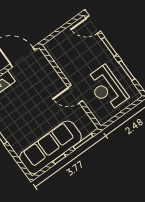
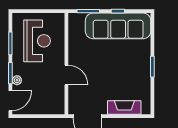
door: (93, 25) -> (10, 101), hinge flipped
plant: (100, 45) -> (17, 80), added
door: (75, 94) -> (66, 75), moved

